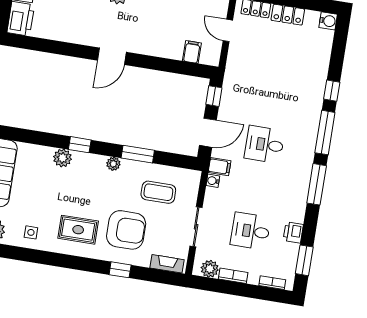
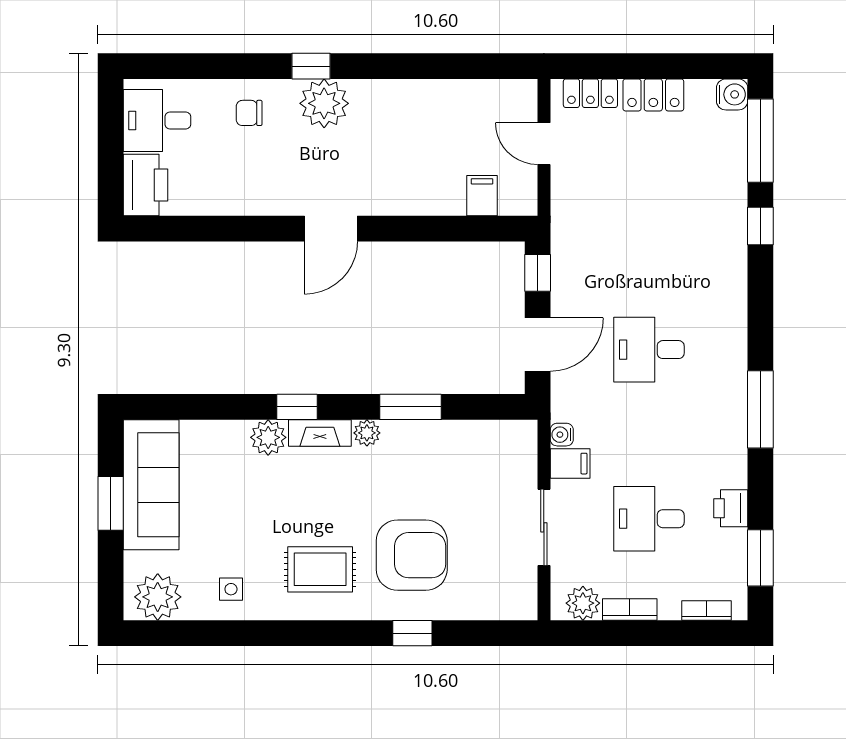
window: (325, 133) -> (760, 141), moved
filing cabinet: (220, 167) -> (570, 464), moved
coffee table: (158, 192) -> (461, 473), removed
fireplace: (167, 264) -> (320, 433), moved, turned 180

